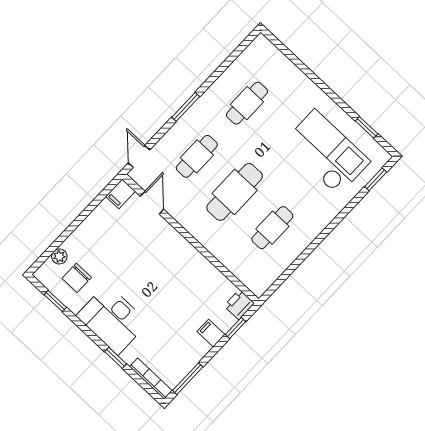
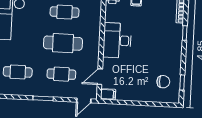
plant: (59, 256) -> (160, 98), removed
desk: (112, 319) -> (117, 40), moved, turned 180

